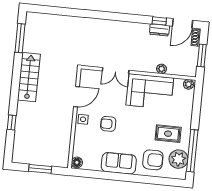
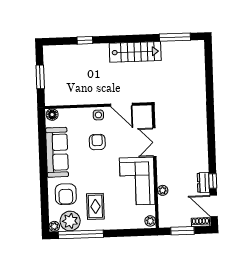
sofa: (119, 163) -> (57, 152), width x1.36
plant: (181, 175) -> (54, 226), added

